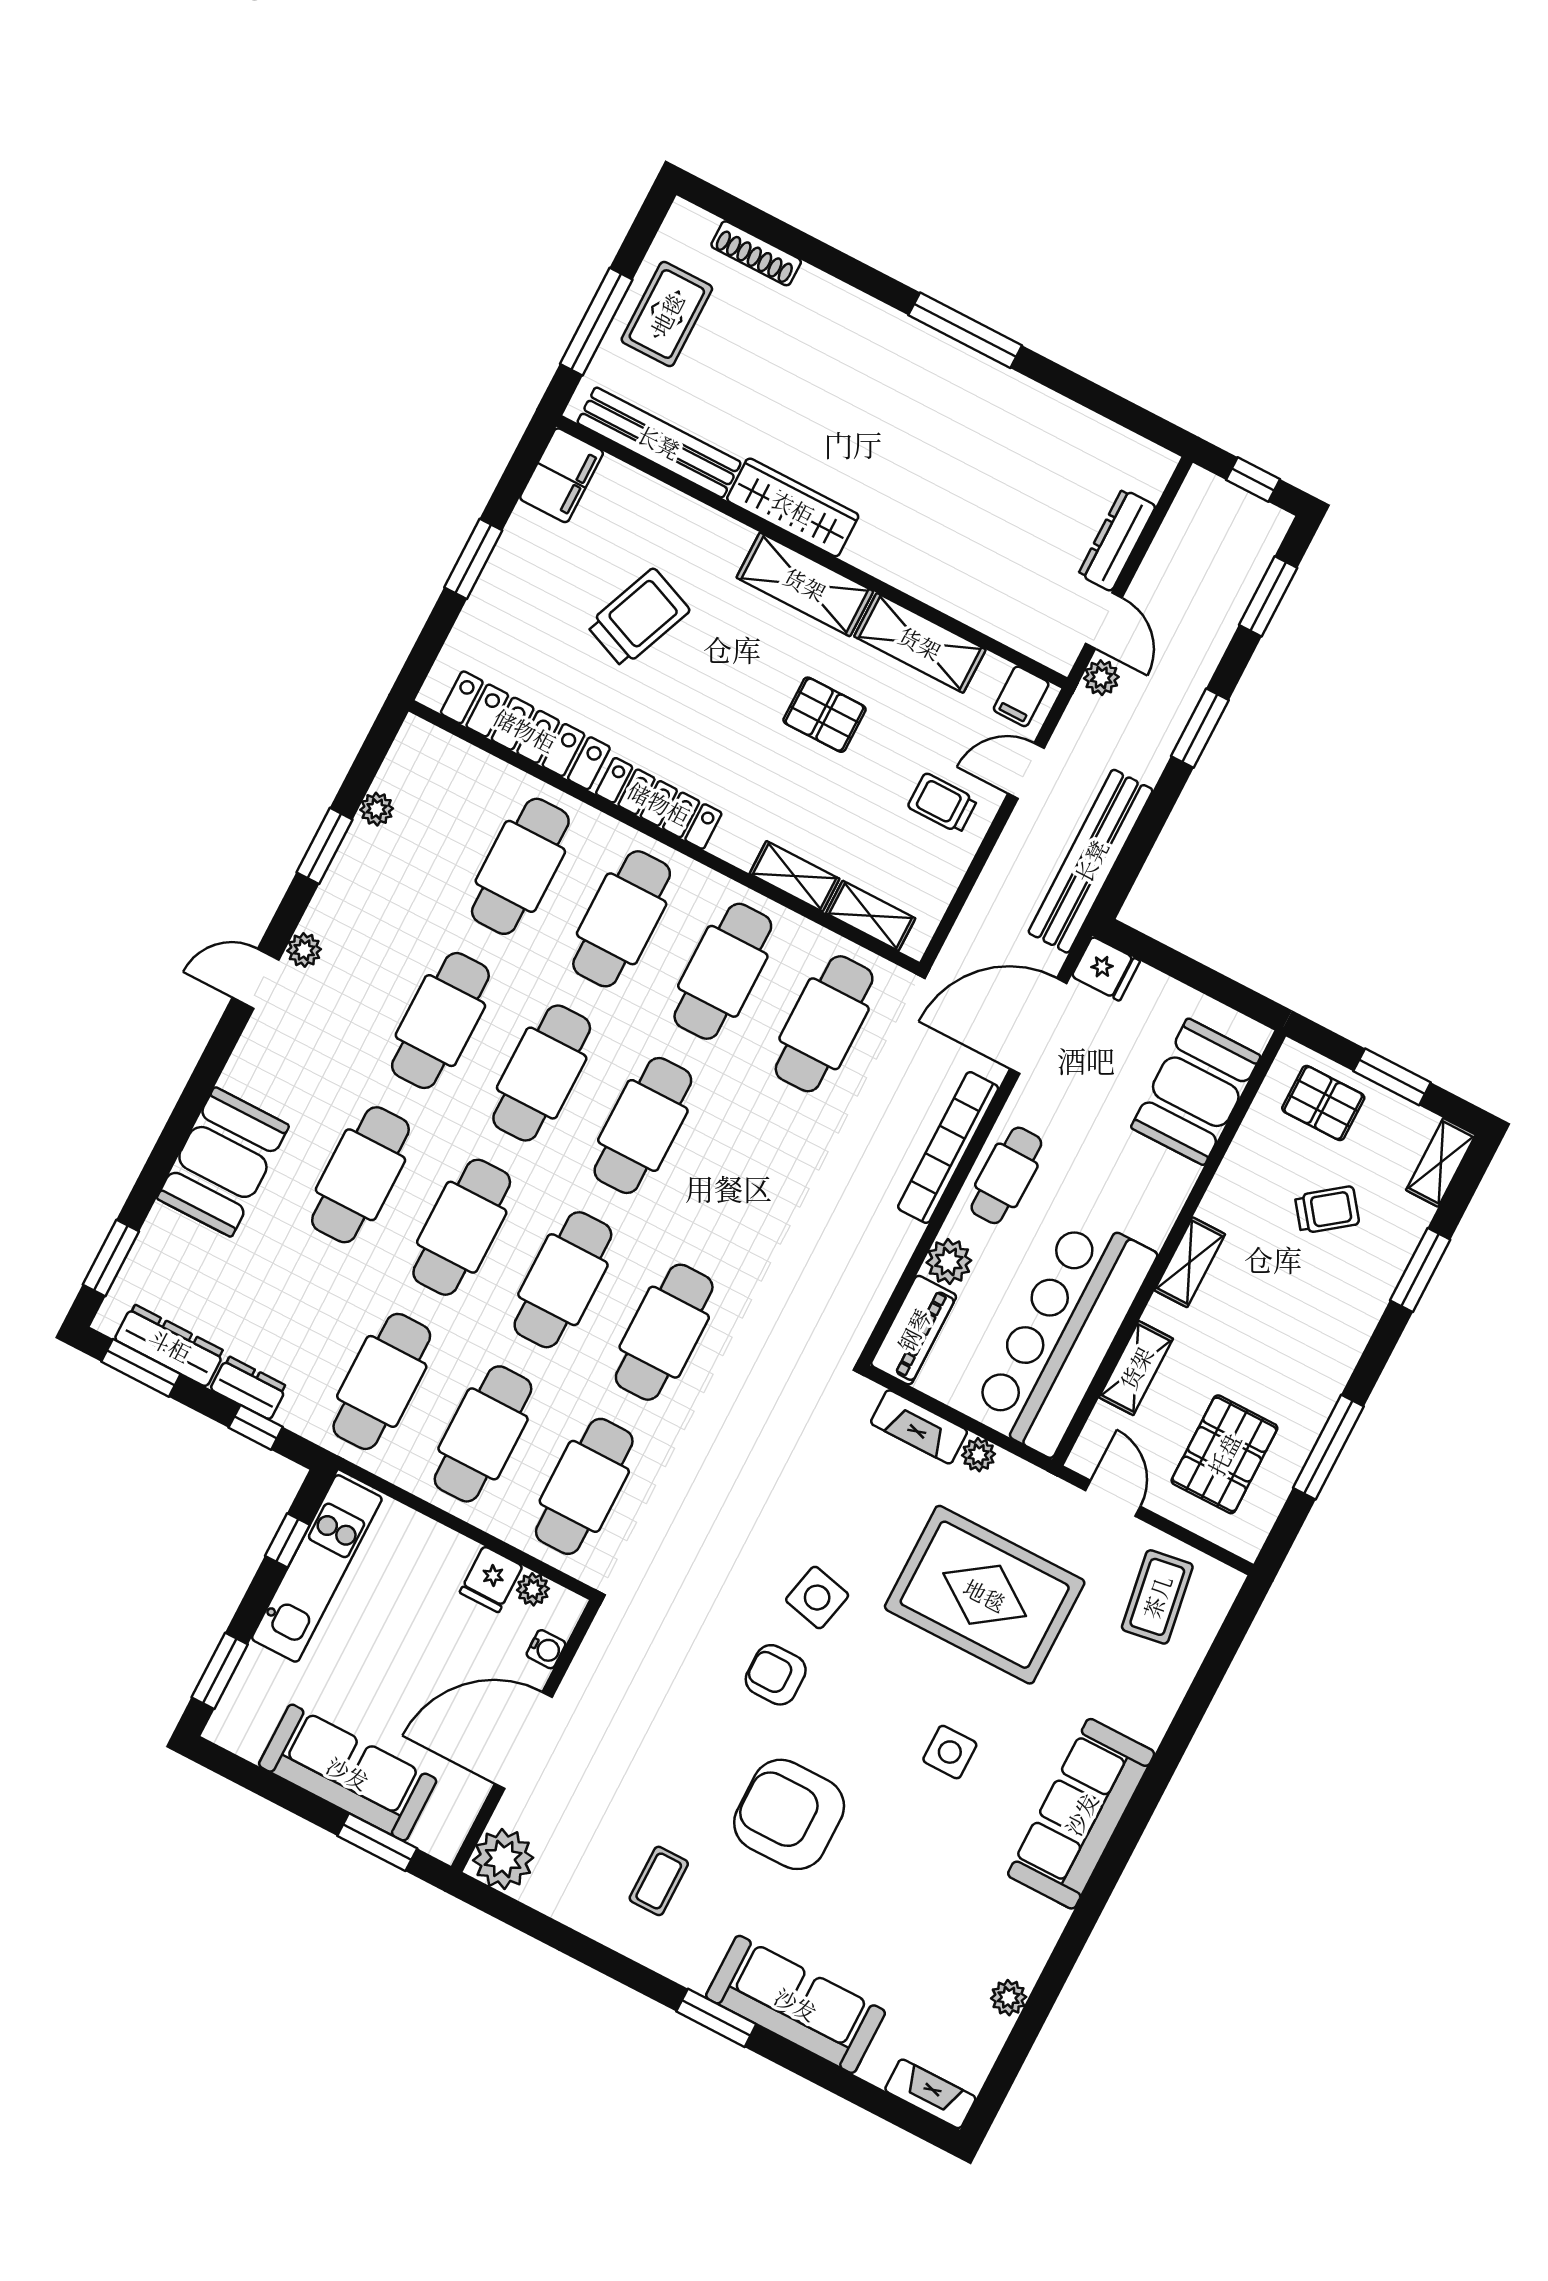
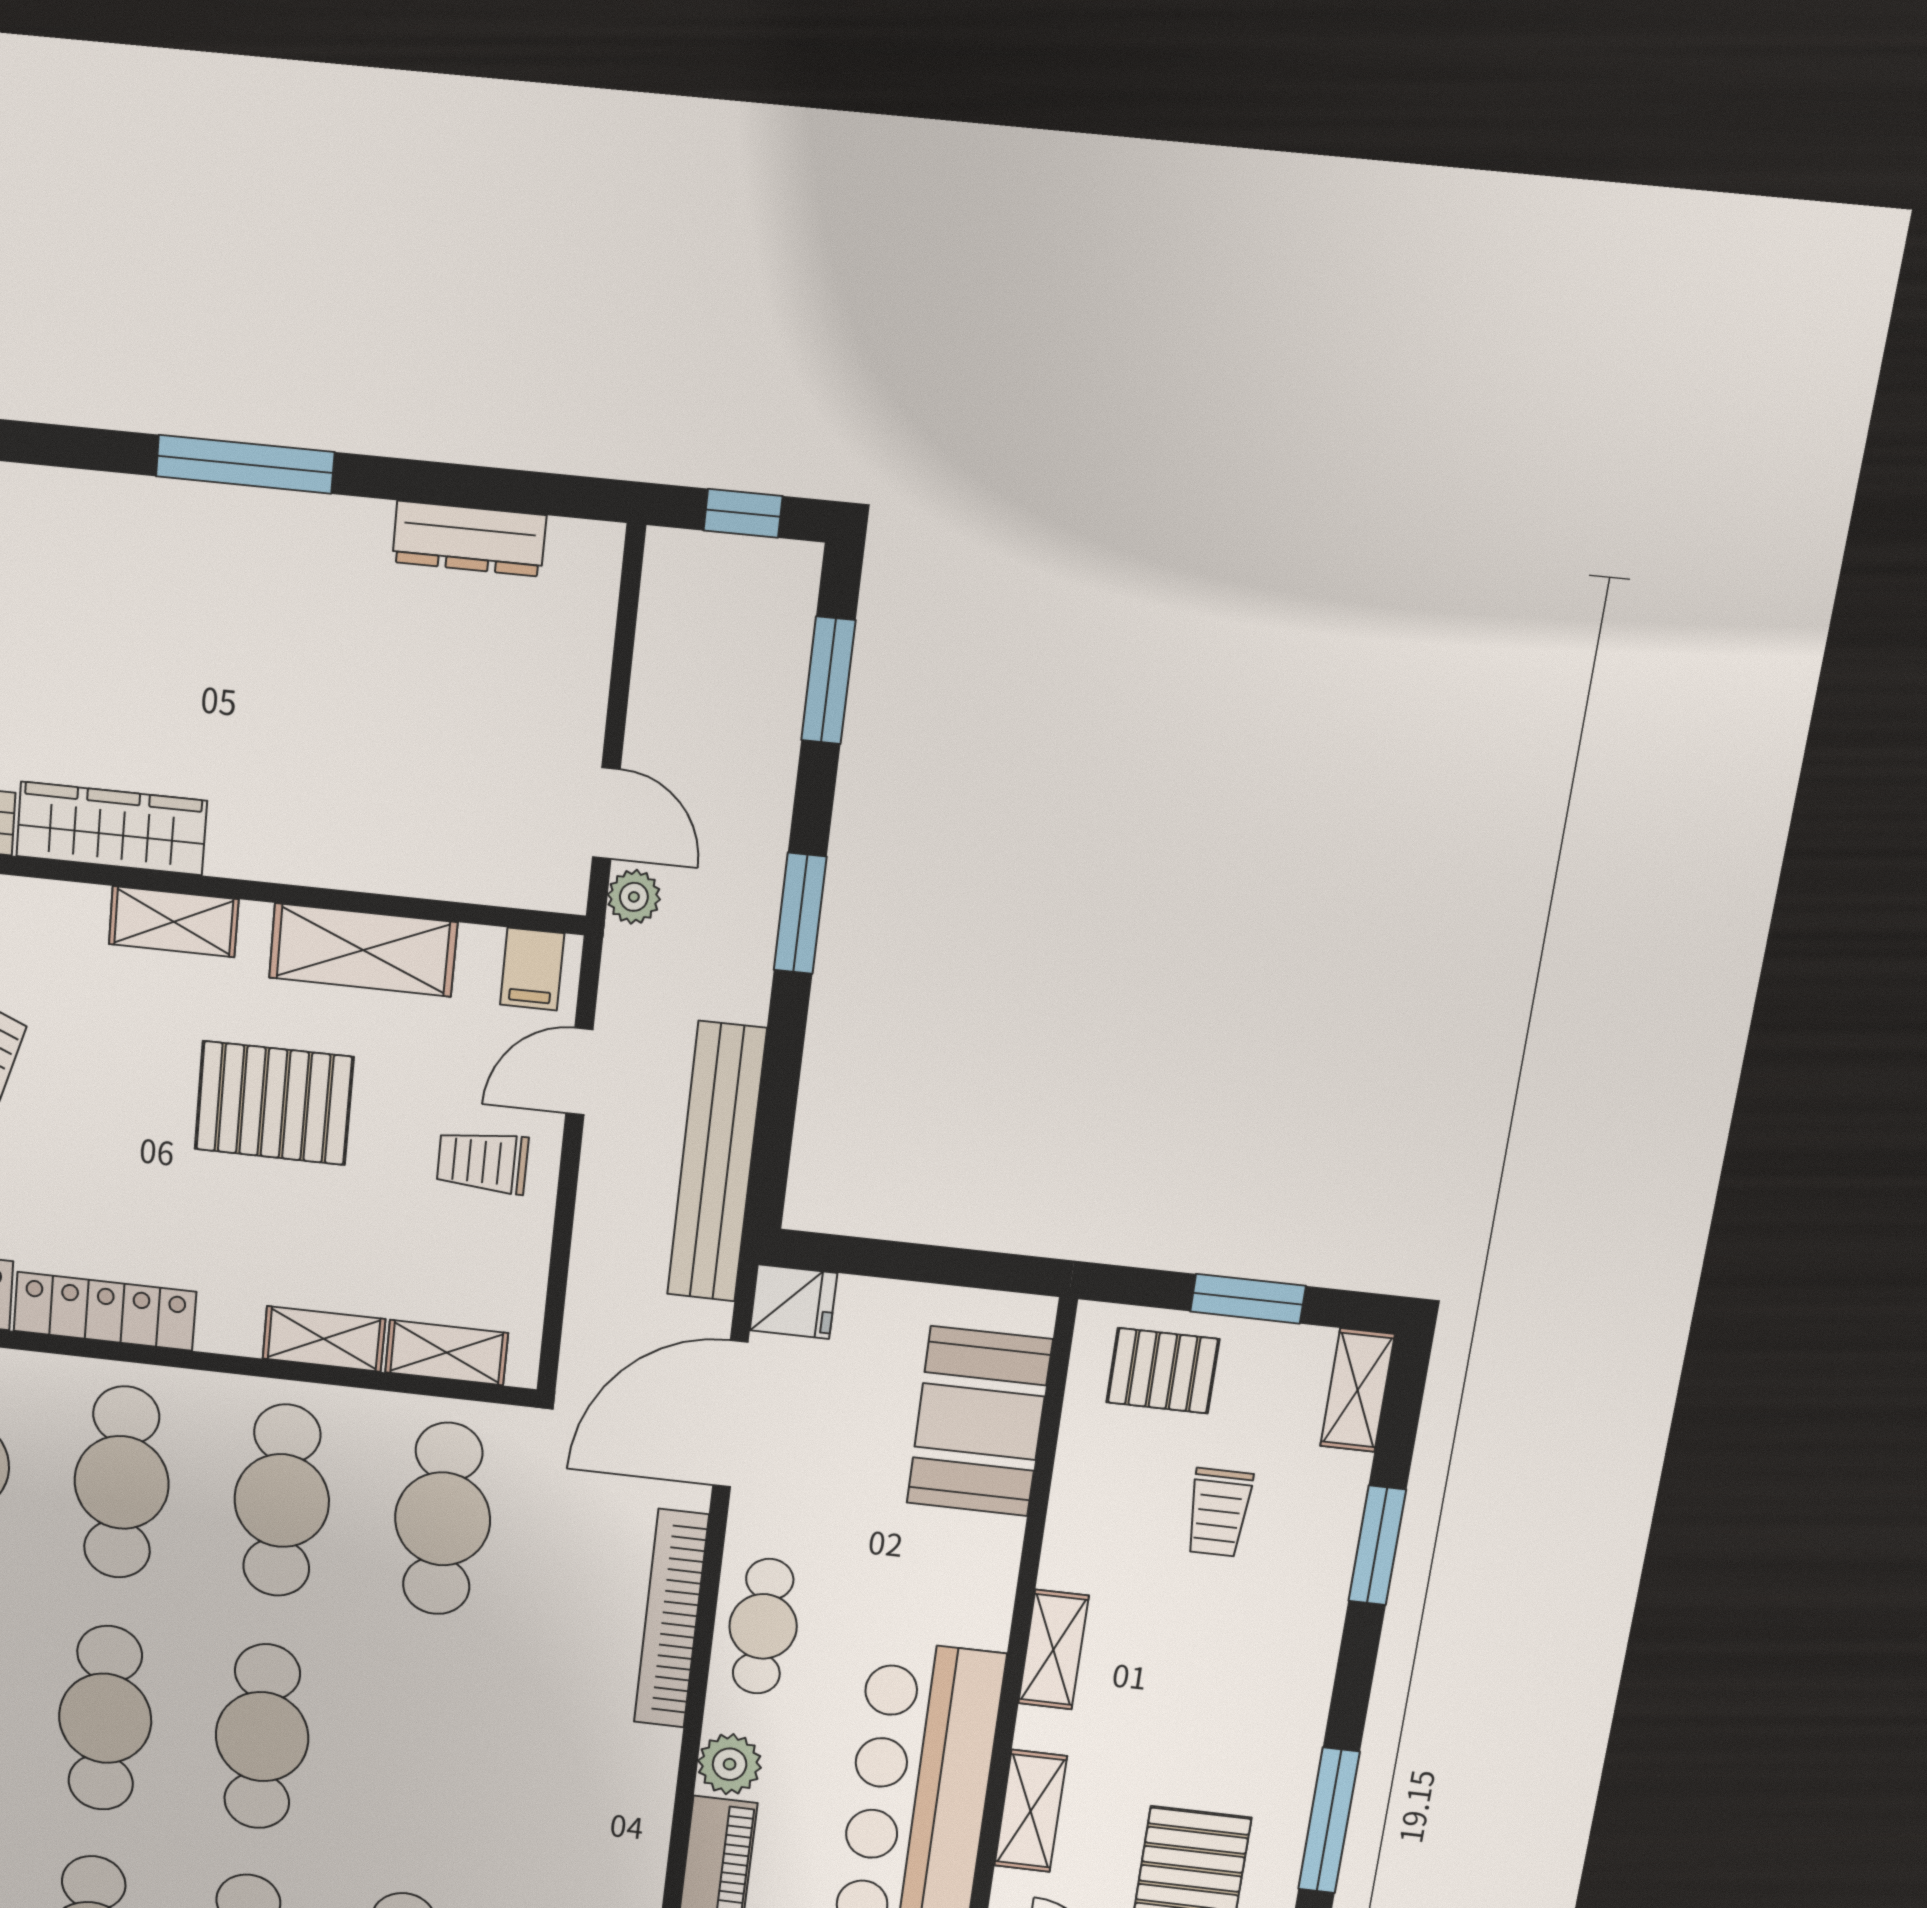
dresser: (1117, 540) -> (469, 539), moved, turned -90
shelving: (805, 584) -> (174, 922), width x0.67, depth x0.75
pallet: (824, 715) -> (274, 1103), width x1.50, depth x1.42
trolley: (1327, 1210) -> (1219, 1512), turned 127

